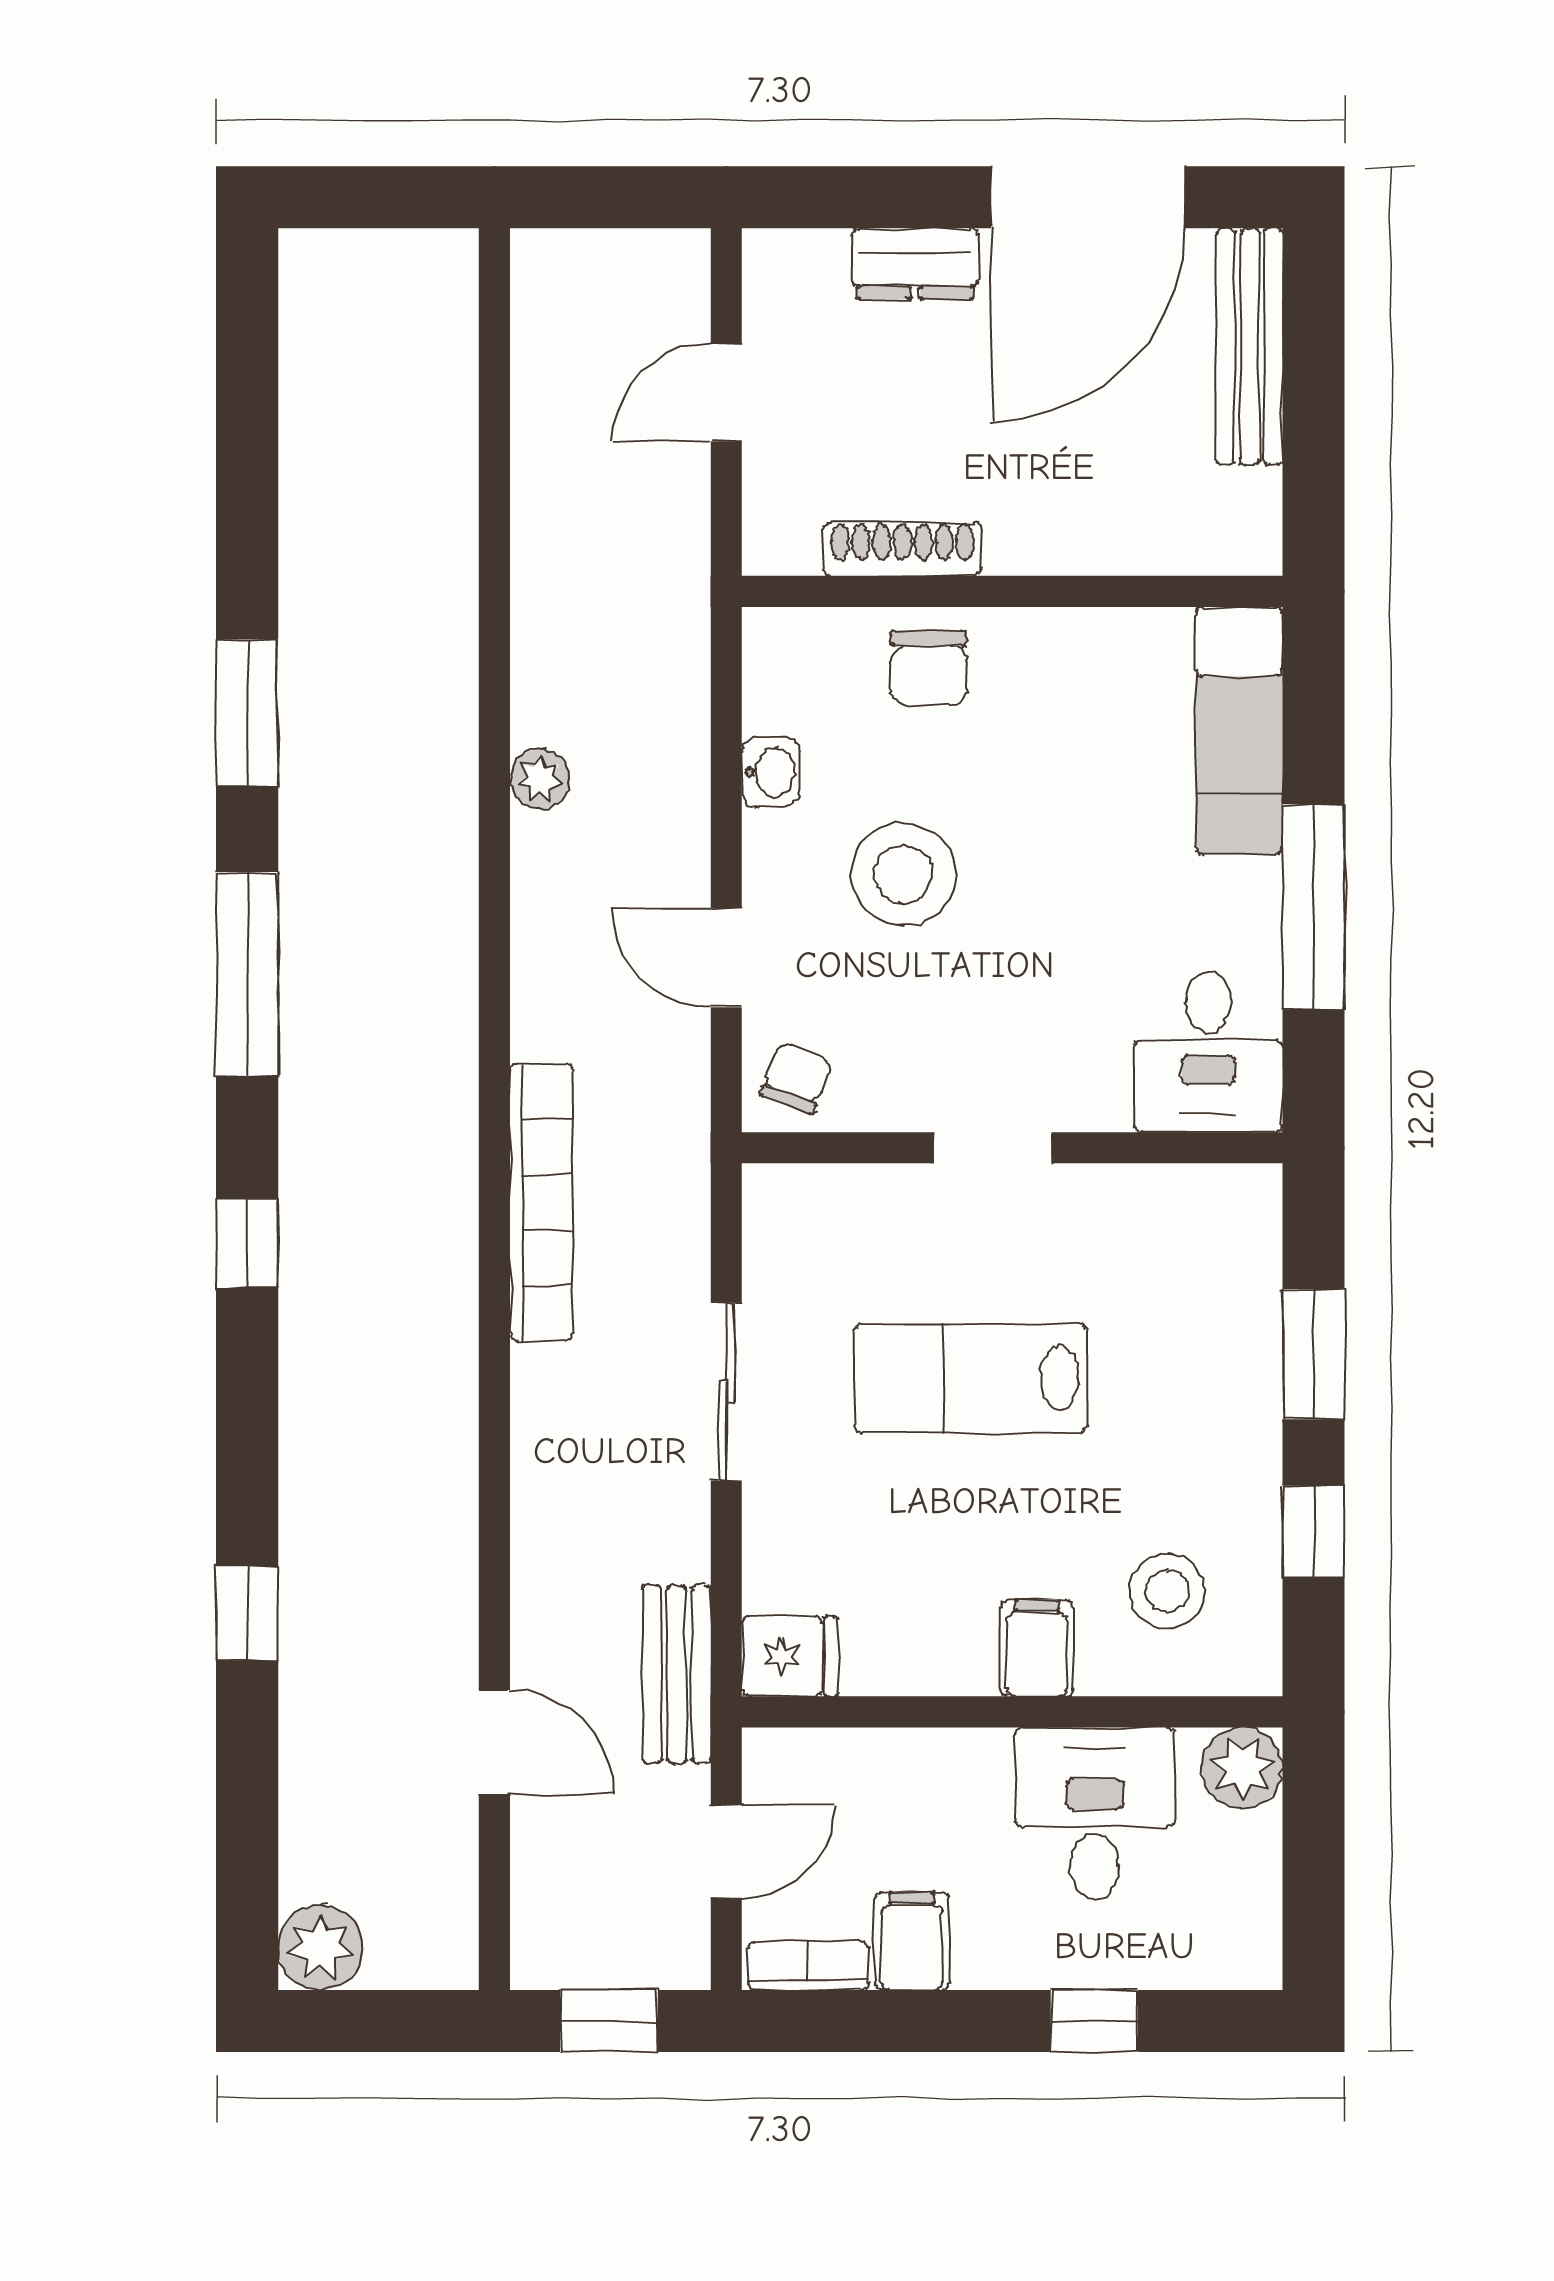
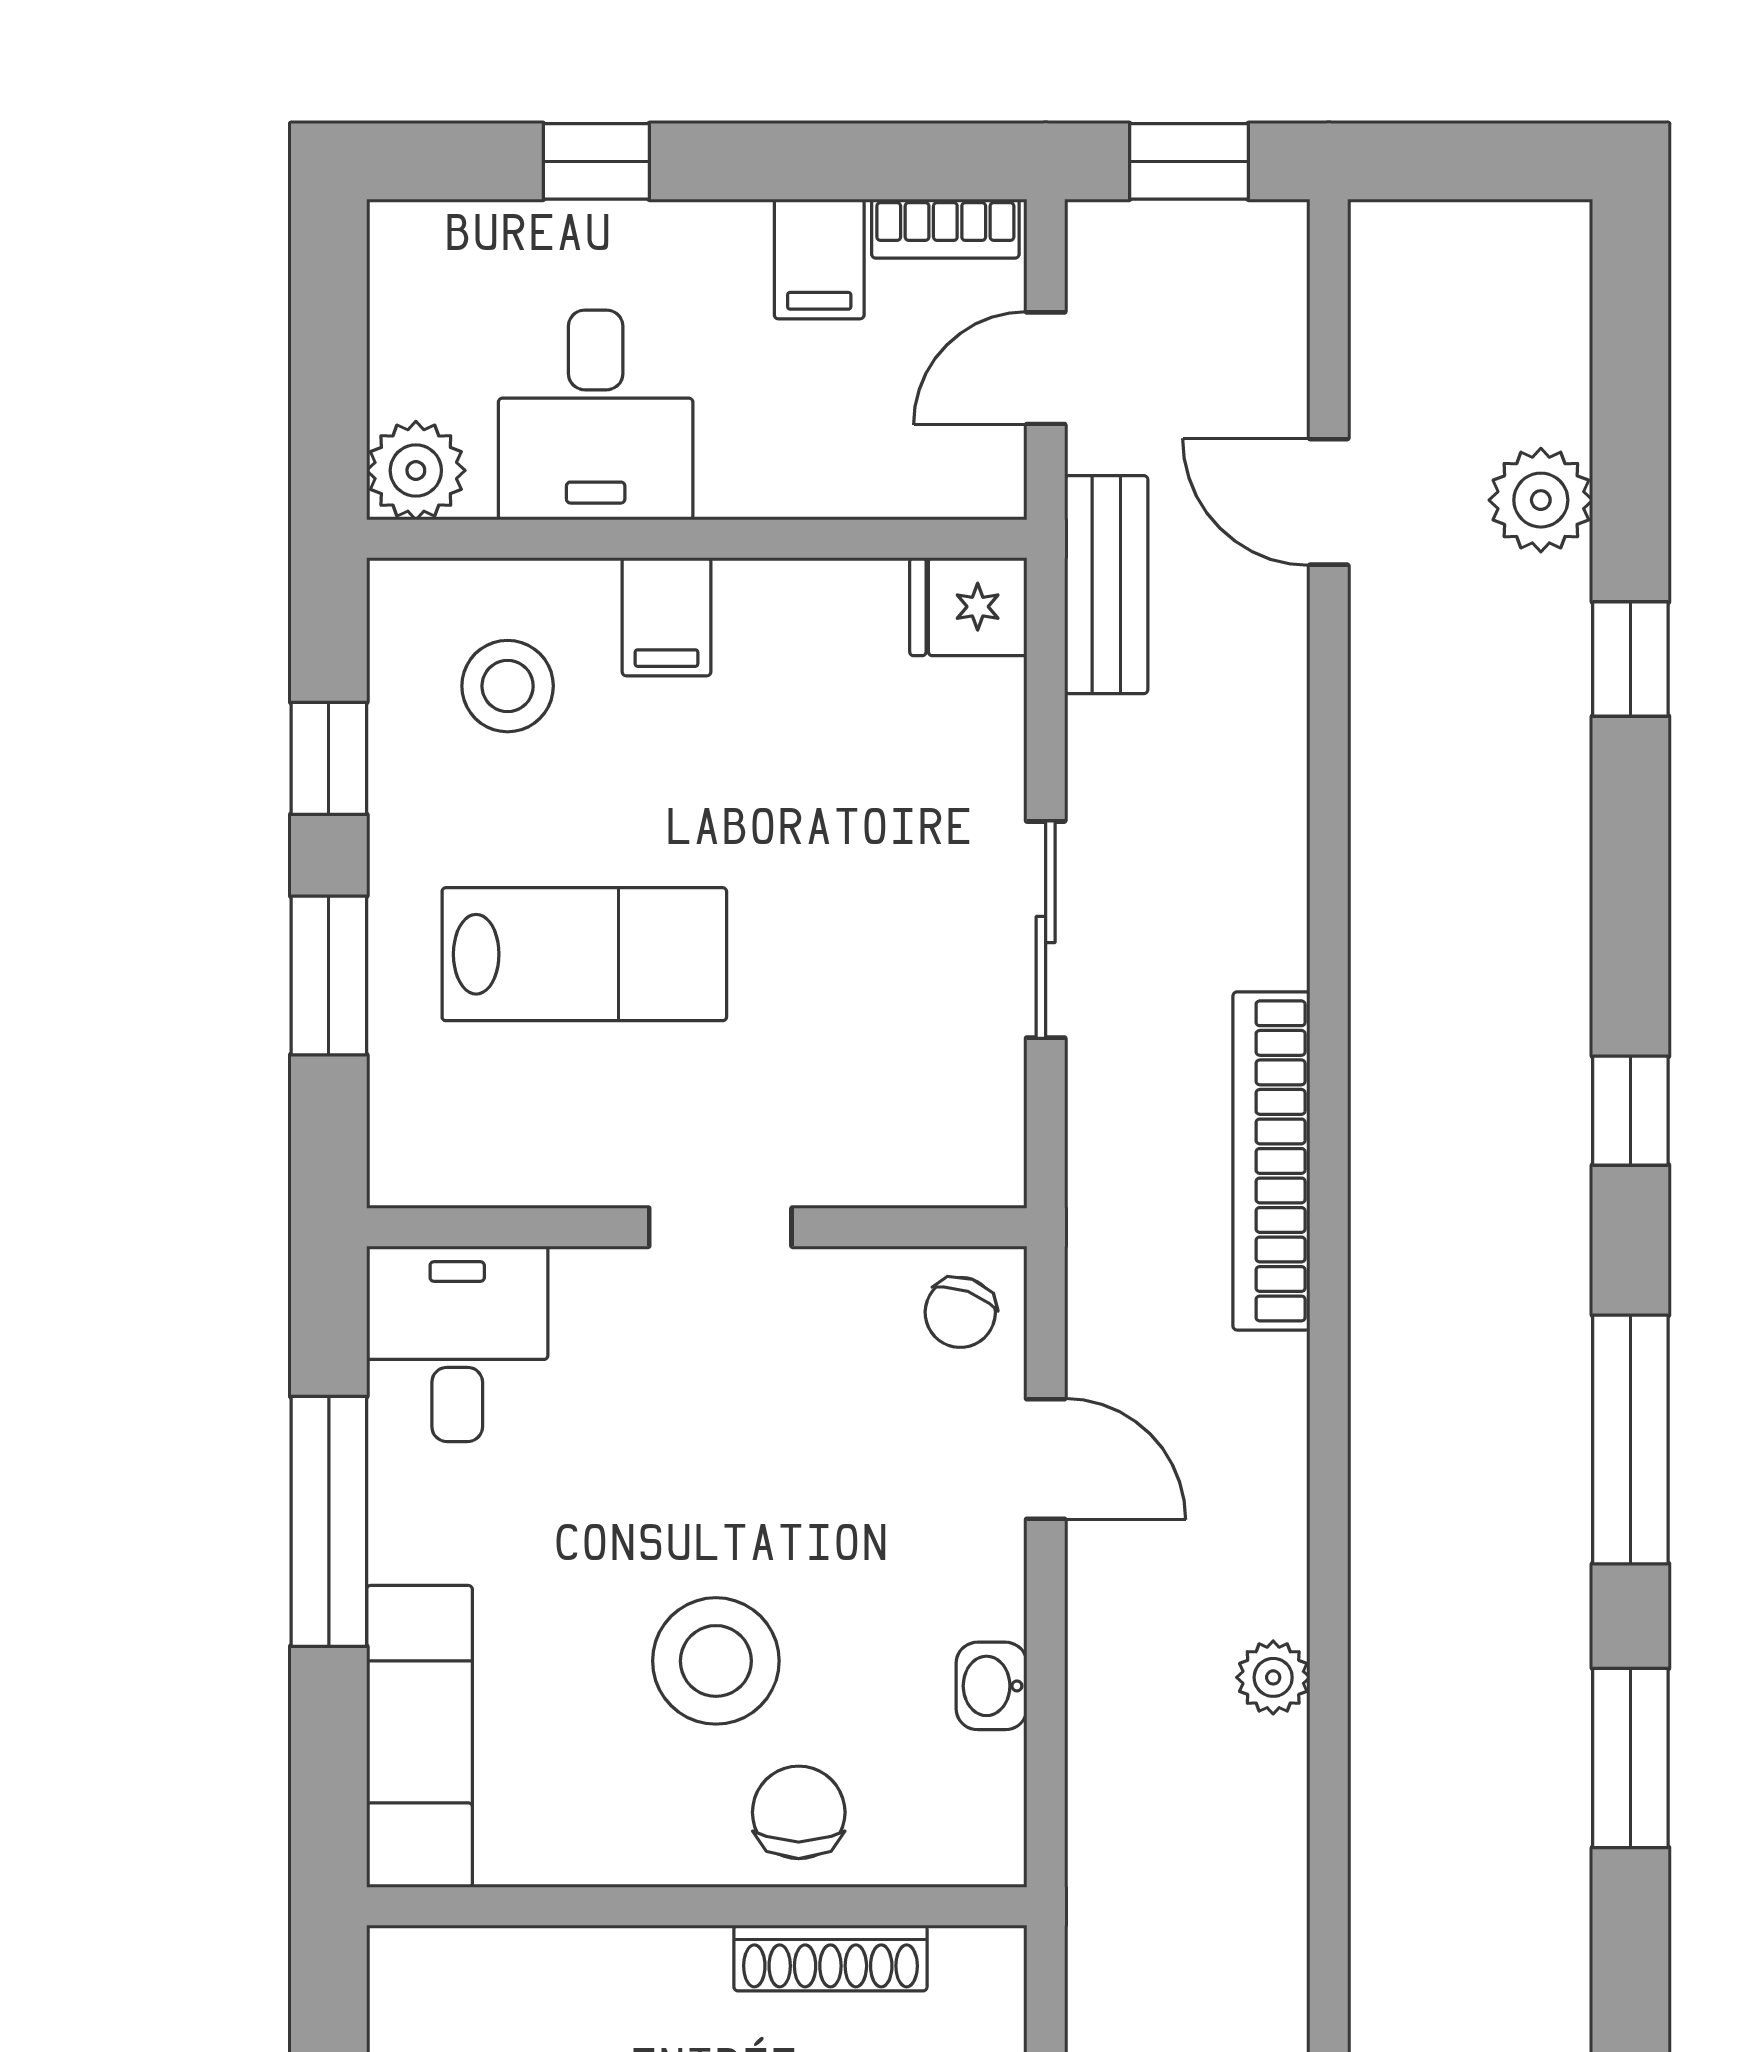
stool: (903, 874) -> (716, 1661), moved
lab bench: (971, 1378) -> (584, 954), moved
plant: (321, 1948) -> (1541, 500), moved

